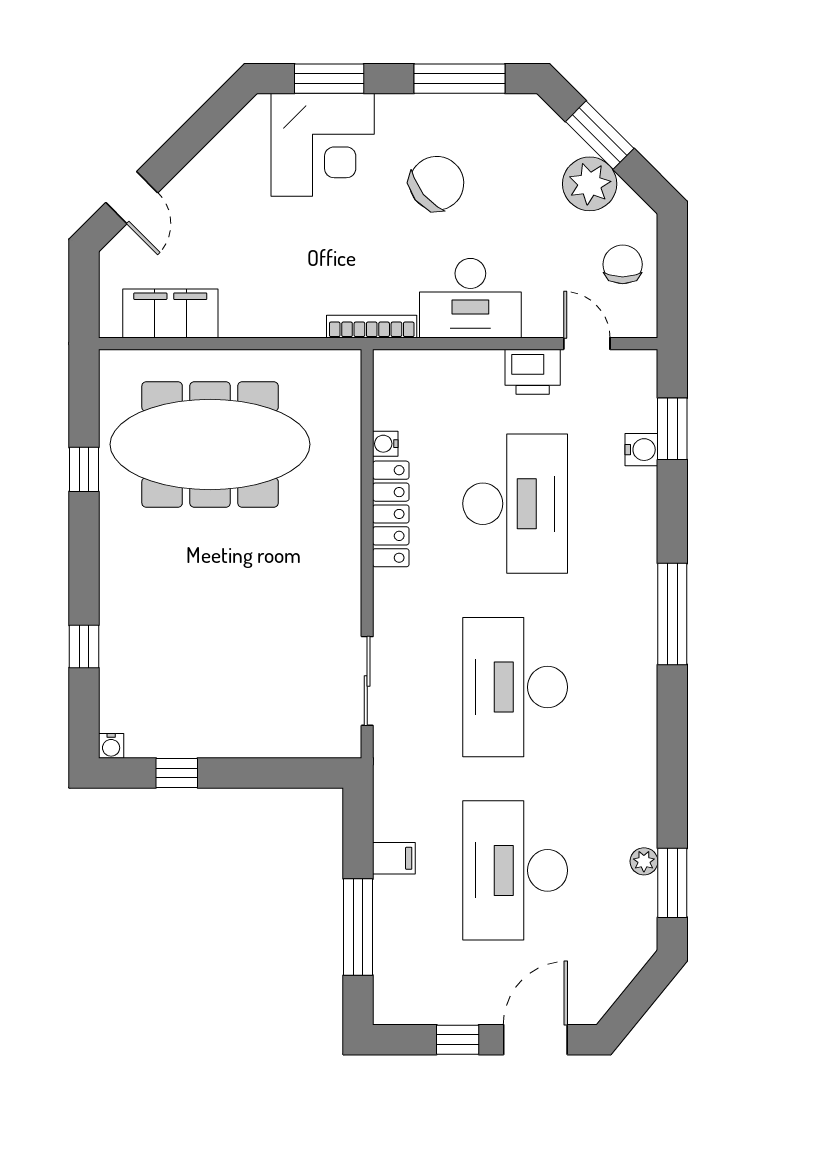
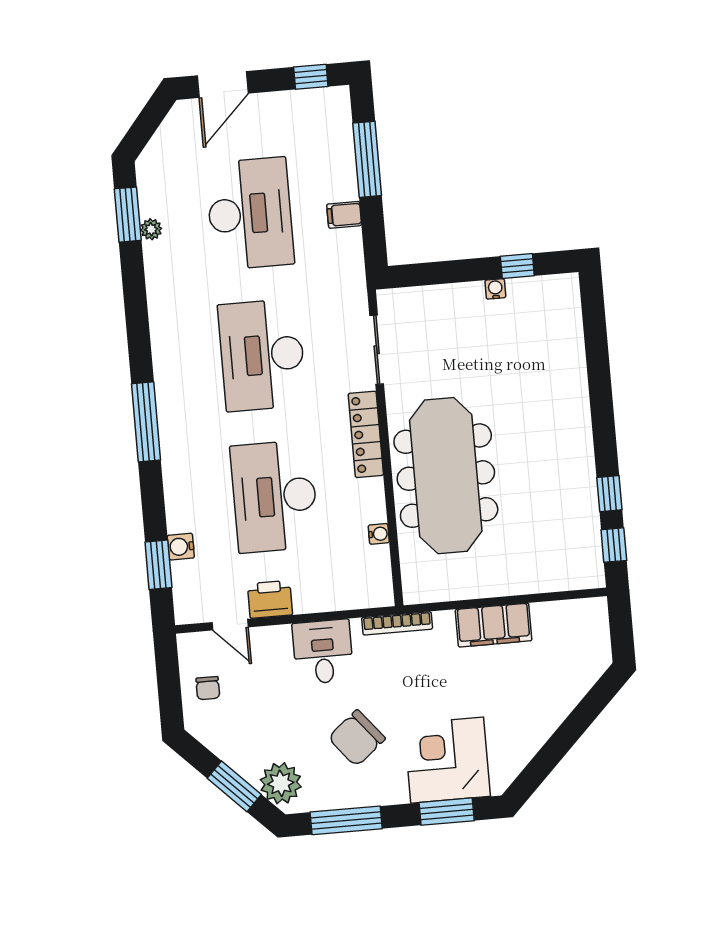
plant: (590, 184) -> (281, 783), moved
door: (132, 198) -> (591, 707), removed
chair: (623, 264) -> (208, 688), width x0.73, depth x0.73
desk: (470, 298) -> (323, 652), width x0.73
filing cabinet: (170, 313) -> (494, 625), moved
meeting table: (210, 444) -> (446, 476), moved, turned 90
locker: (391, 514) -> (366, 434), moved
window: (84, 646) -> (614, 545), moved
desk: (515, 687) -> (262, 355), turned 180
water cooler: (111, 746) -> (495, 289), moved
window: (458, 1040) -> (311, 77), moved

